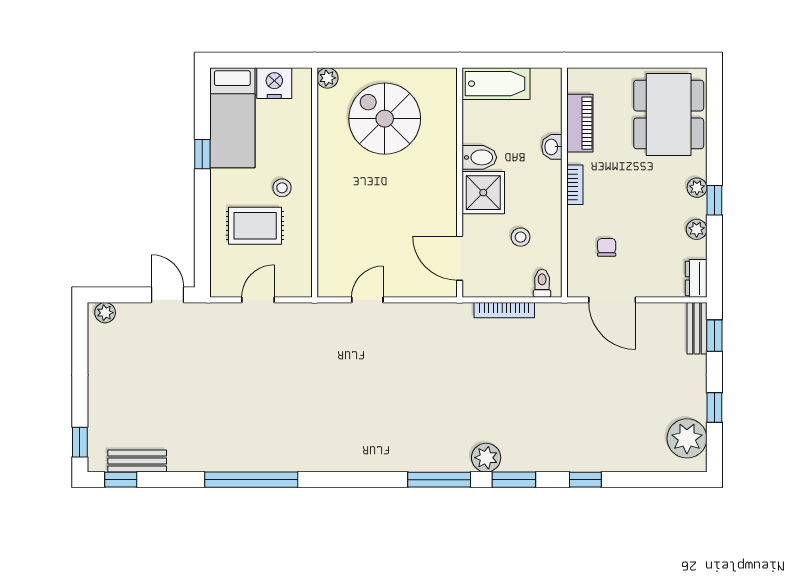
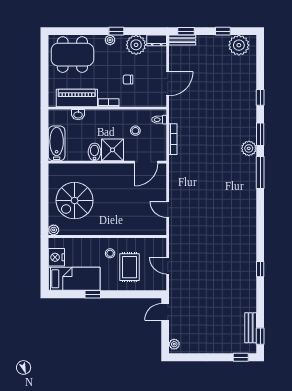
piano: (580, 123) -> (77, 98), width x1.37, depth x1.33
washbasin: (552, 147) -> (78, 115), moved
plant: (697, 229) -> (136, 45), width x1.88, depth x1.88
chair: (607, 247) -> (128, 80), moved
window: (251, 480) -> (260, 269), width x0.32

